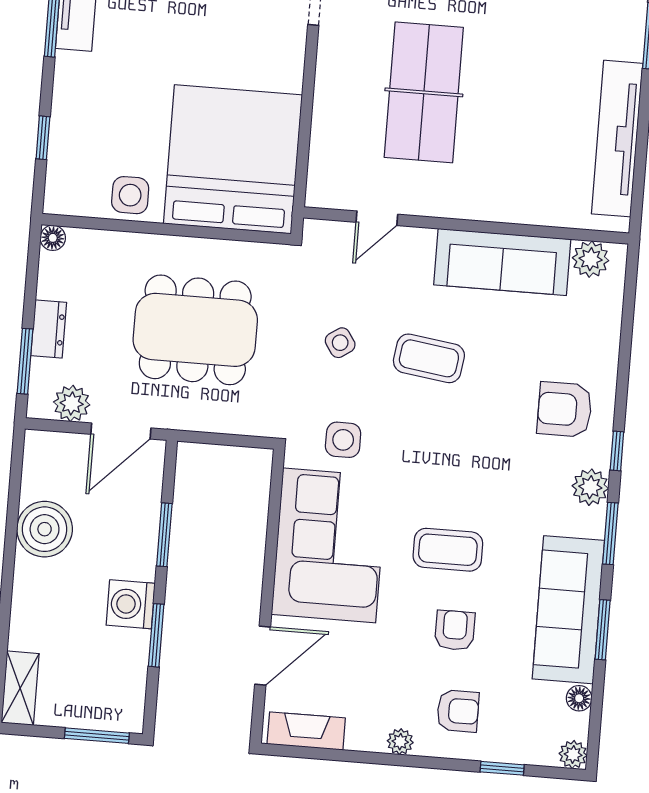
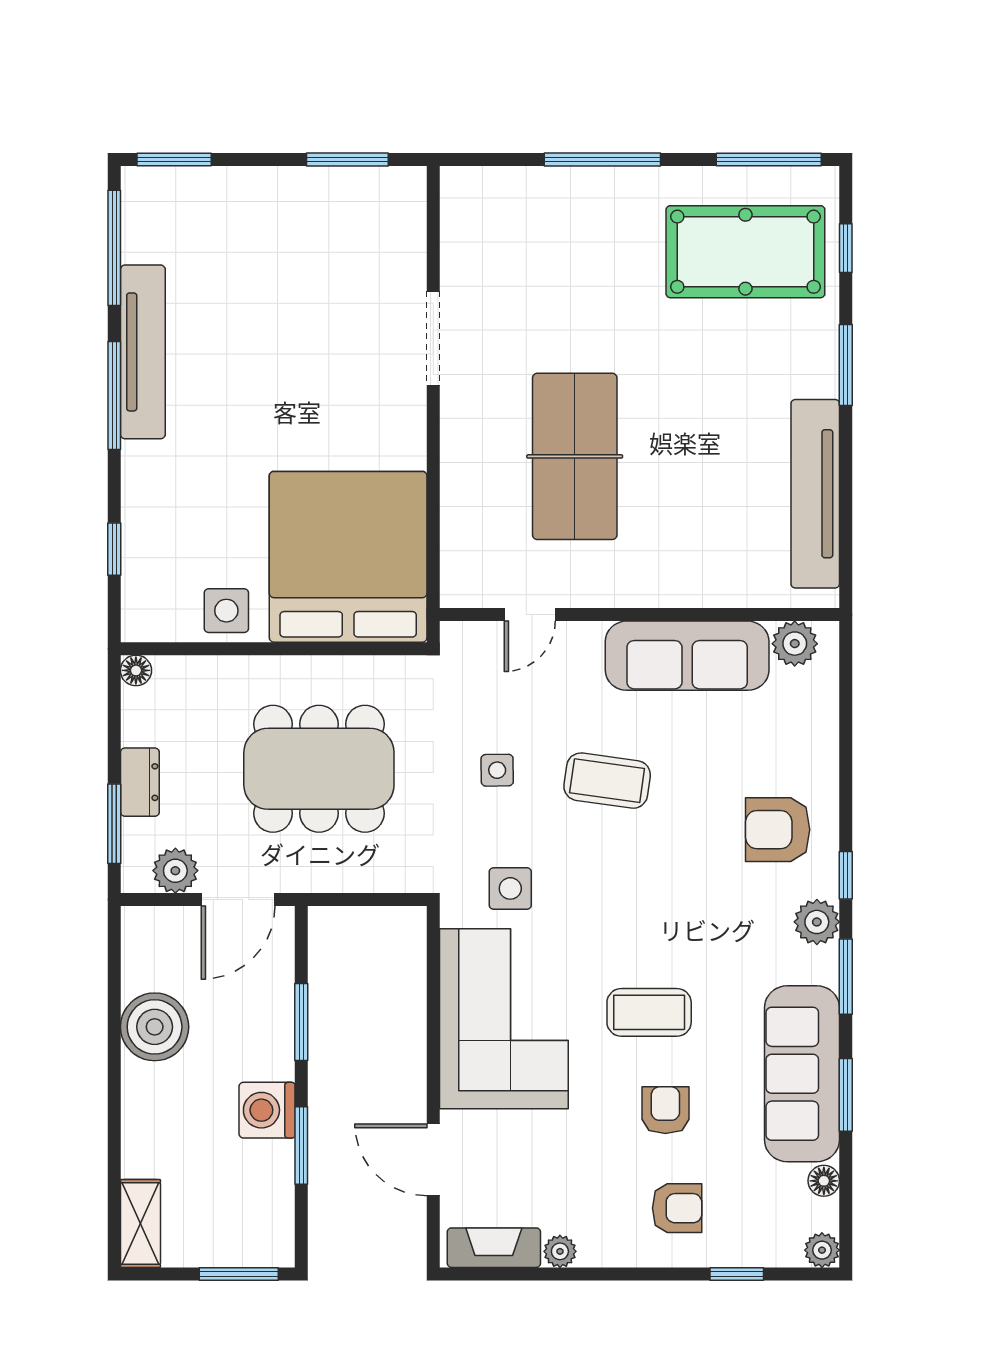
side table: (340, 343) -> (497, 770), turned 33
door: (263, 656) -> (433, 1160), swing flipped
plant: (400, 742) -> (560, 1251), moved

